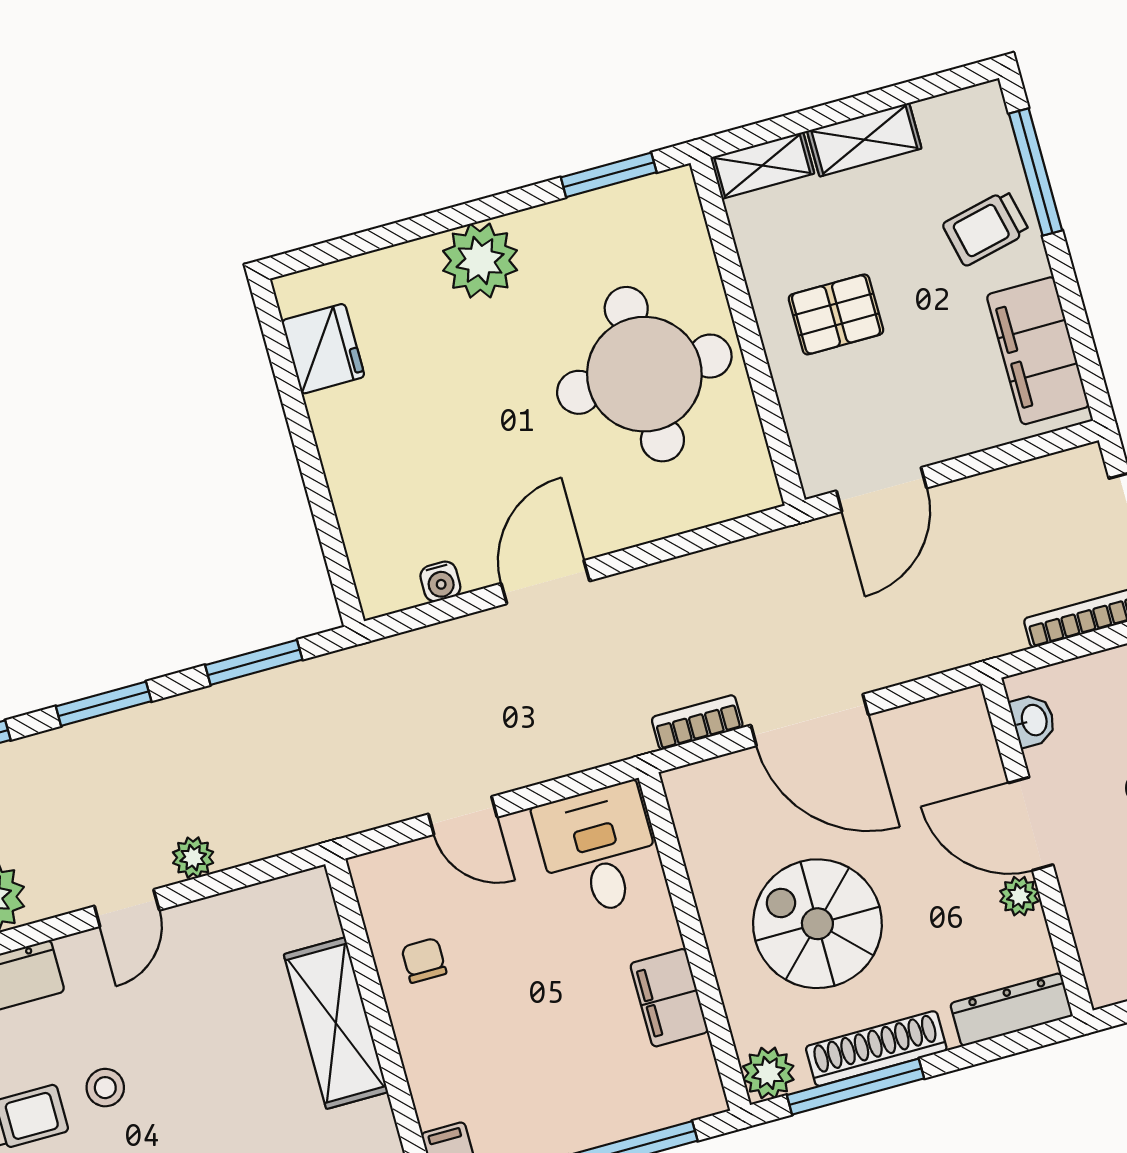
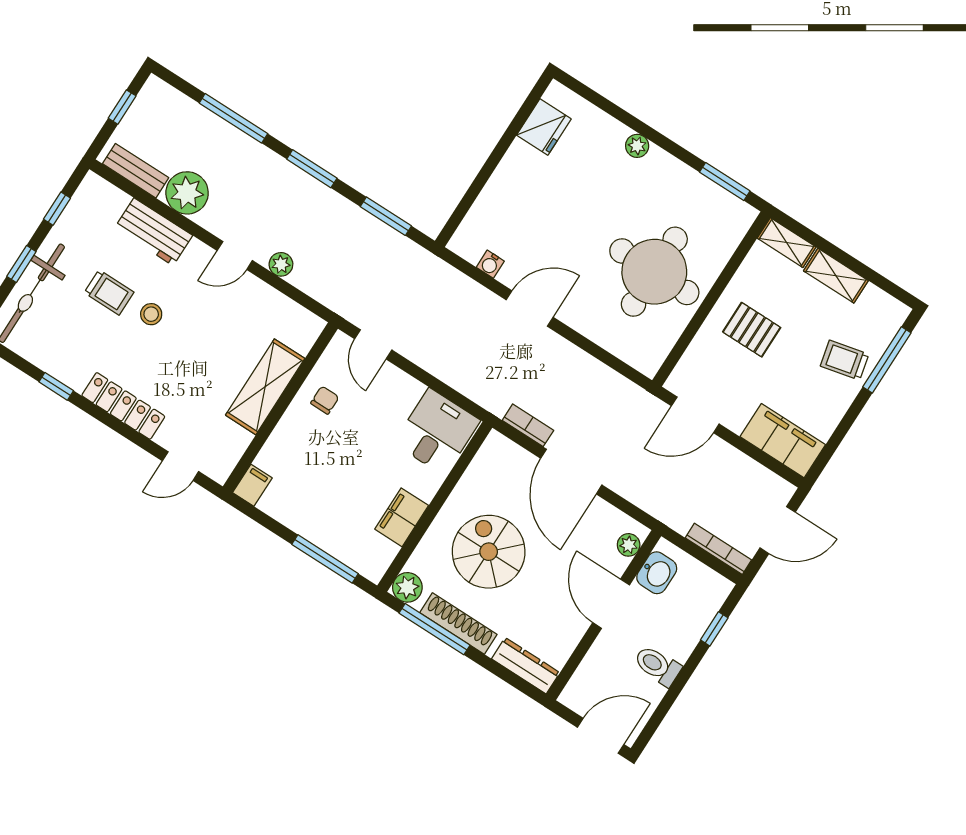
plant: (480, 261) -> (637, 146), width x0.53, depth x0.53
filing cabinet: (1038, 351) -> (783, 441), moved, turned 90
washbasin: (1033, 720) -> (657, 573), width x1.38, depth x1.45
door: (463, 816) -> (373, 344), moved
plant: (1019, 896) -> (629, 545), moved

